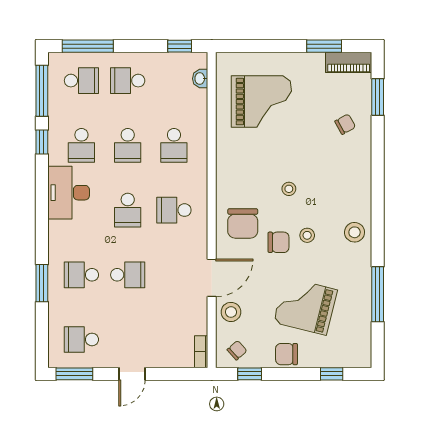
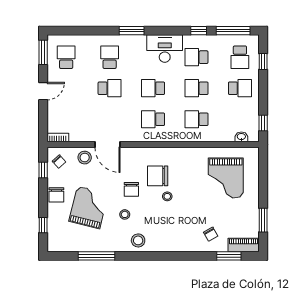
window: (88, 46) -> (263, 61), width x0.46
piano: (349, 62) -> (244, 245), moved, turned 90
school desk: (128, 81) -> (240, 88), turned 90
school desk: (174, 210) -> (153, 119), turned -90
chair: (243, 223) -> (158, 176), moved
stool: (307, 235) -> (125, 214), moved
school desk: (128, 275) -> (110, 88), turned -90
window: (42, 283) -> (132, 31), moved
chair: (287, 354) -> (56, 195), turned 180
door: (132, 374) -> (43, 91), swing flipped

